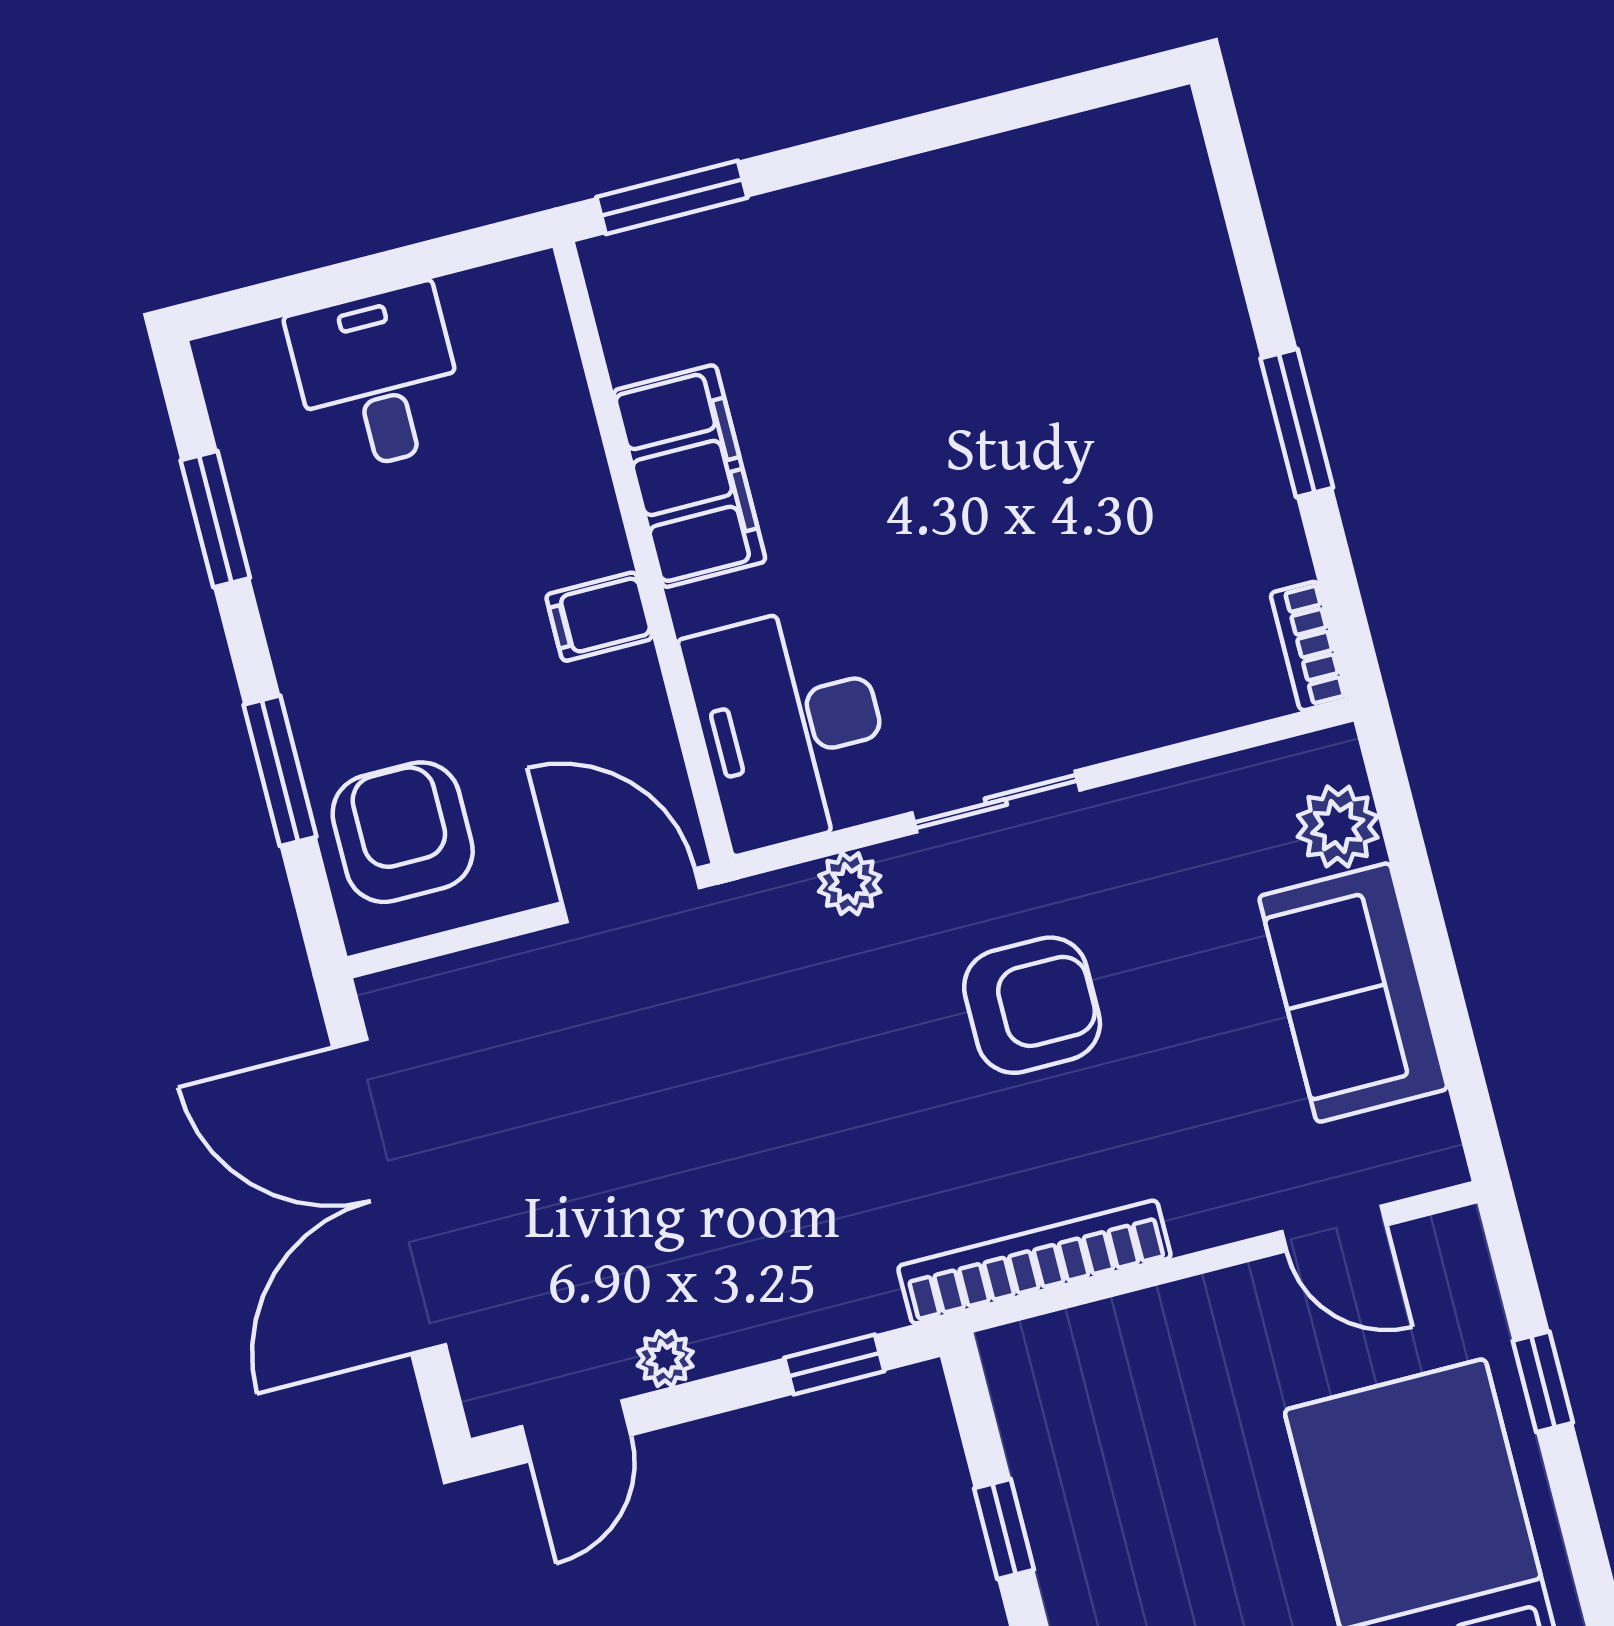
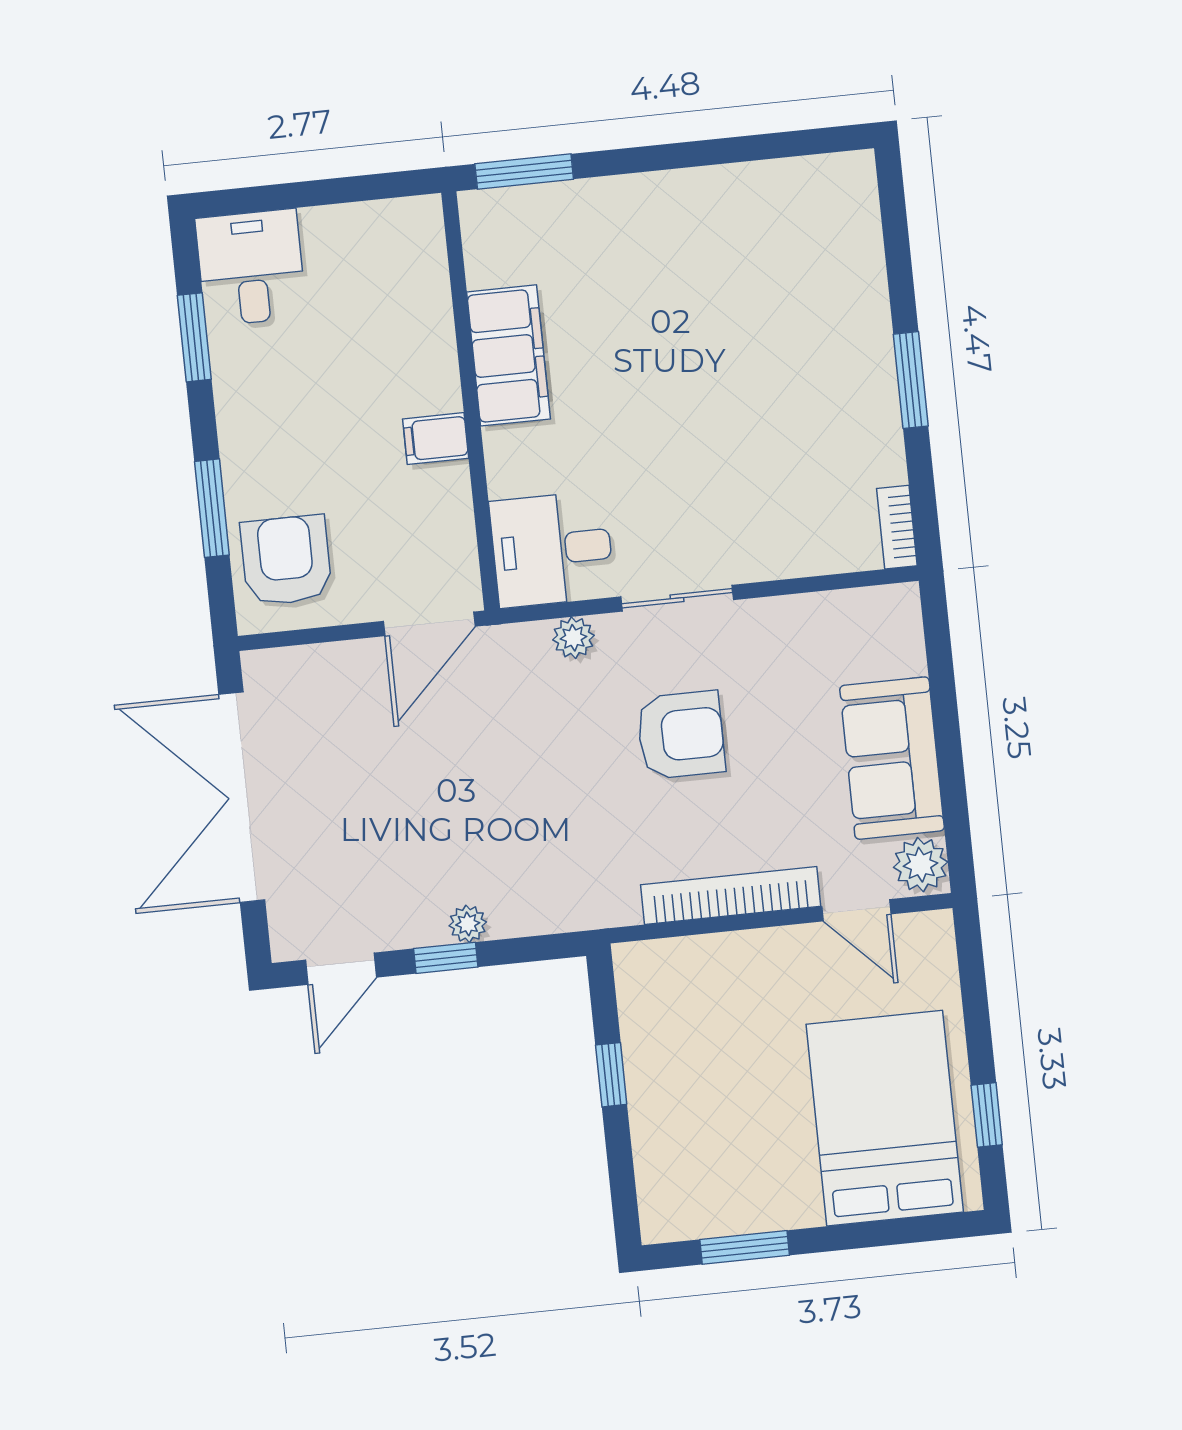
desk: (378, 378) -> (251, 268), moved
desk: (790, 727) -> (552, 549), width x0.73
plant: (1338, 826) -> (921, 865), moved
door: (631, 895) -> (429, 624), swing flipped
bookcase: (1034, 1262) -> (731, 895), moved
plant: (665, 1359) -> (468, 924), moved
window: (834, 1364) -> (446, 958), moved
window: (1543, 1382) -> (987, 1115), moved

